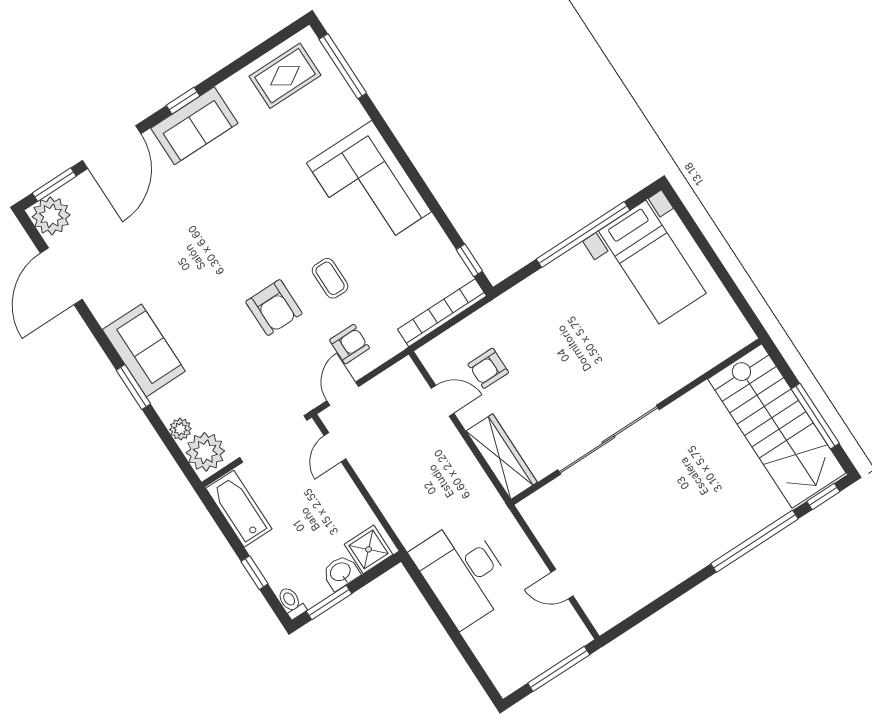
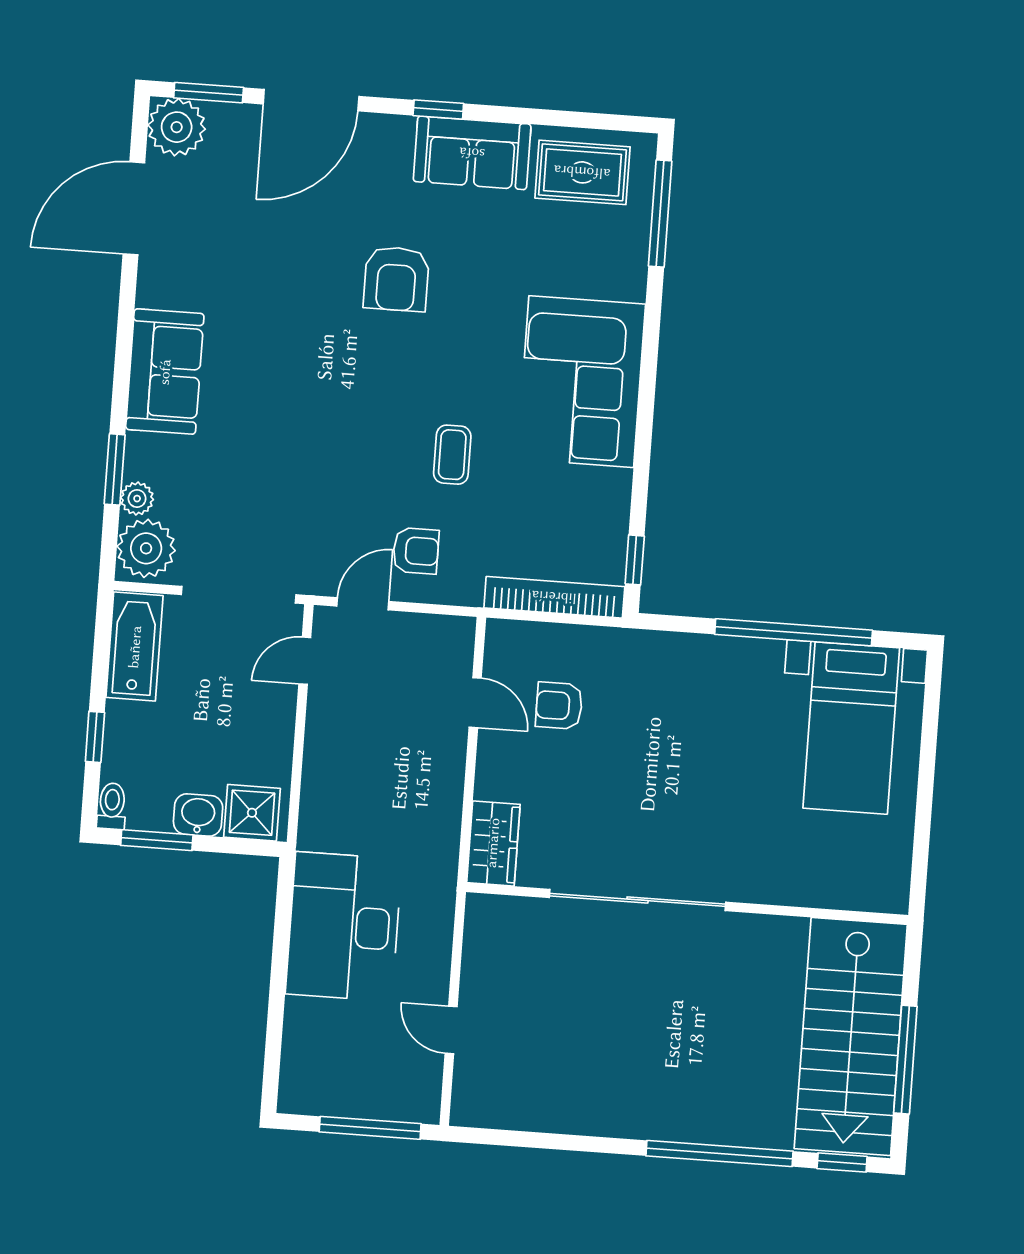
sofa: (194, 126) -> (472, 153), moved
armchair: (274, 308) -> (396, 279), moved
window: (133, 387) -> (115, 469), moved
wardrobe: (502, 457) -> (493, 843), width x0.67

